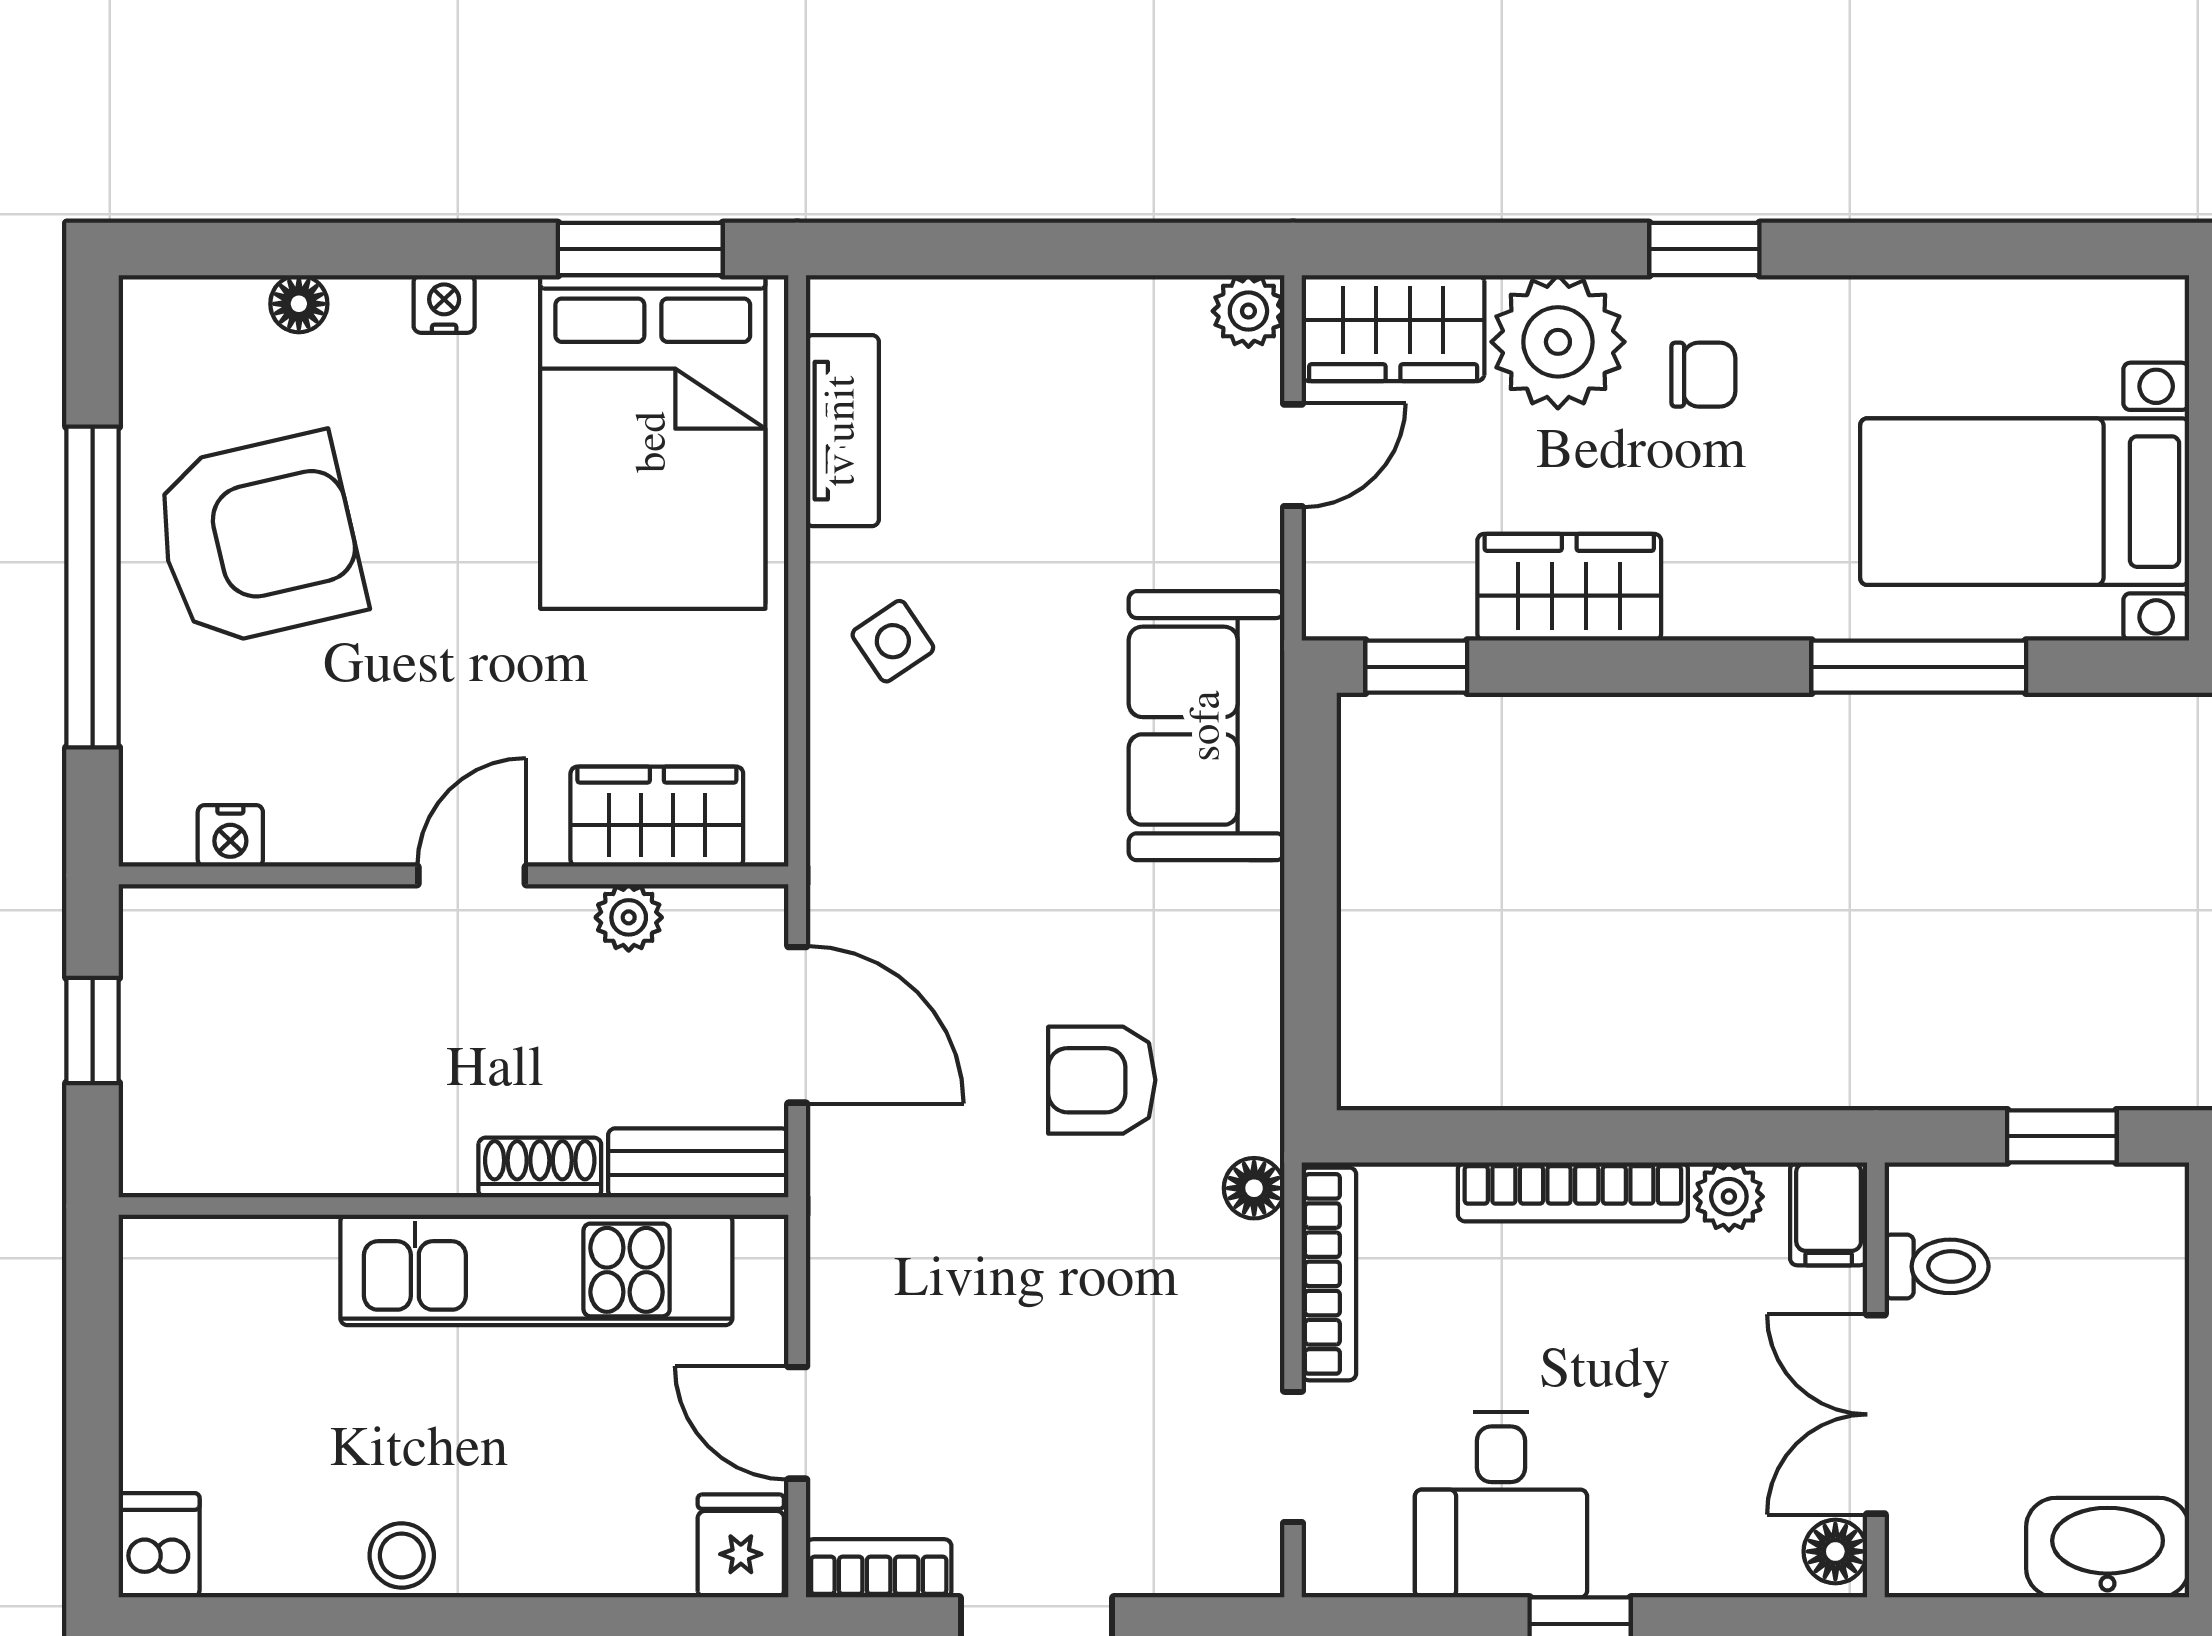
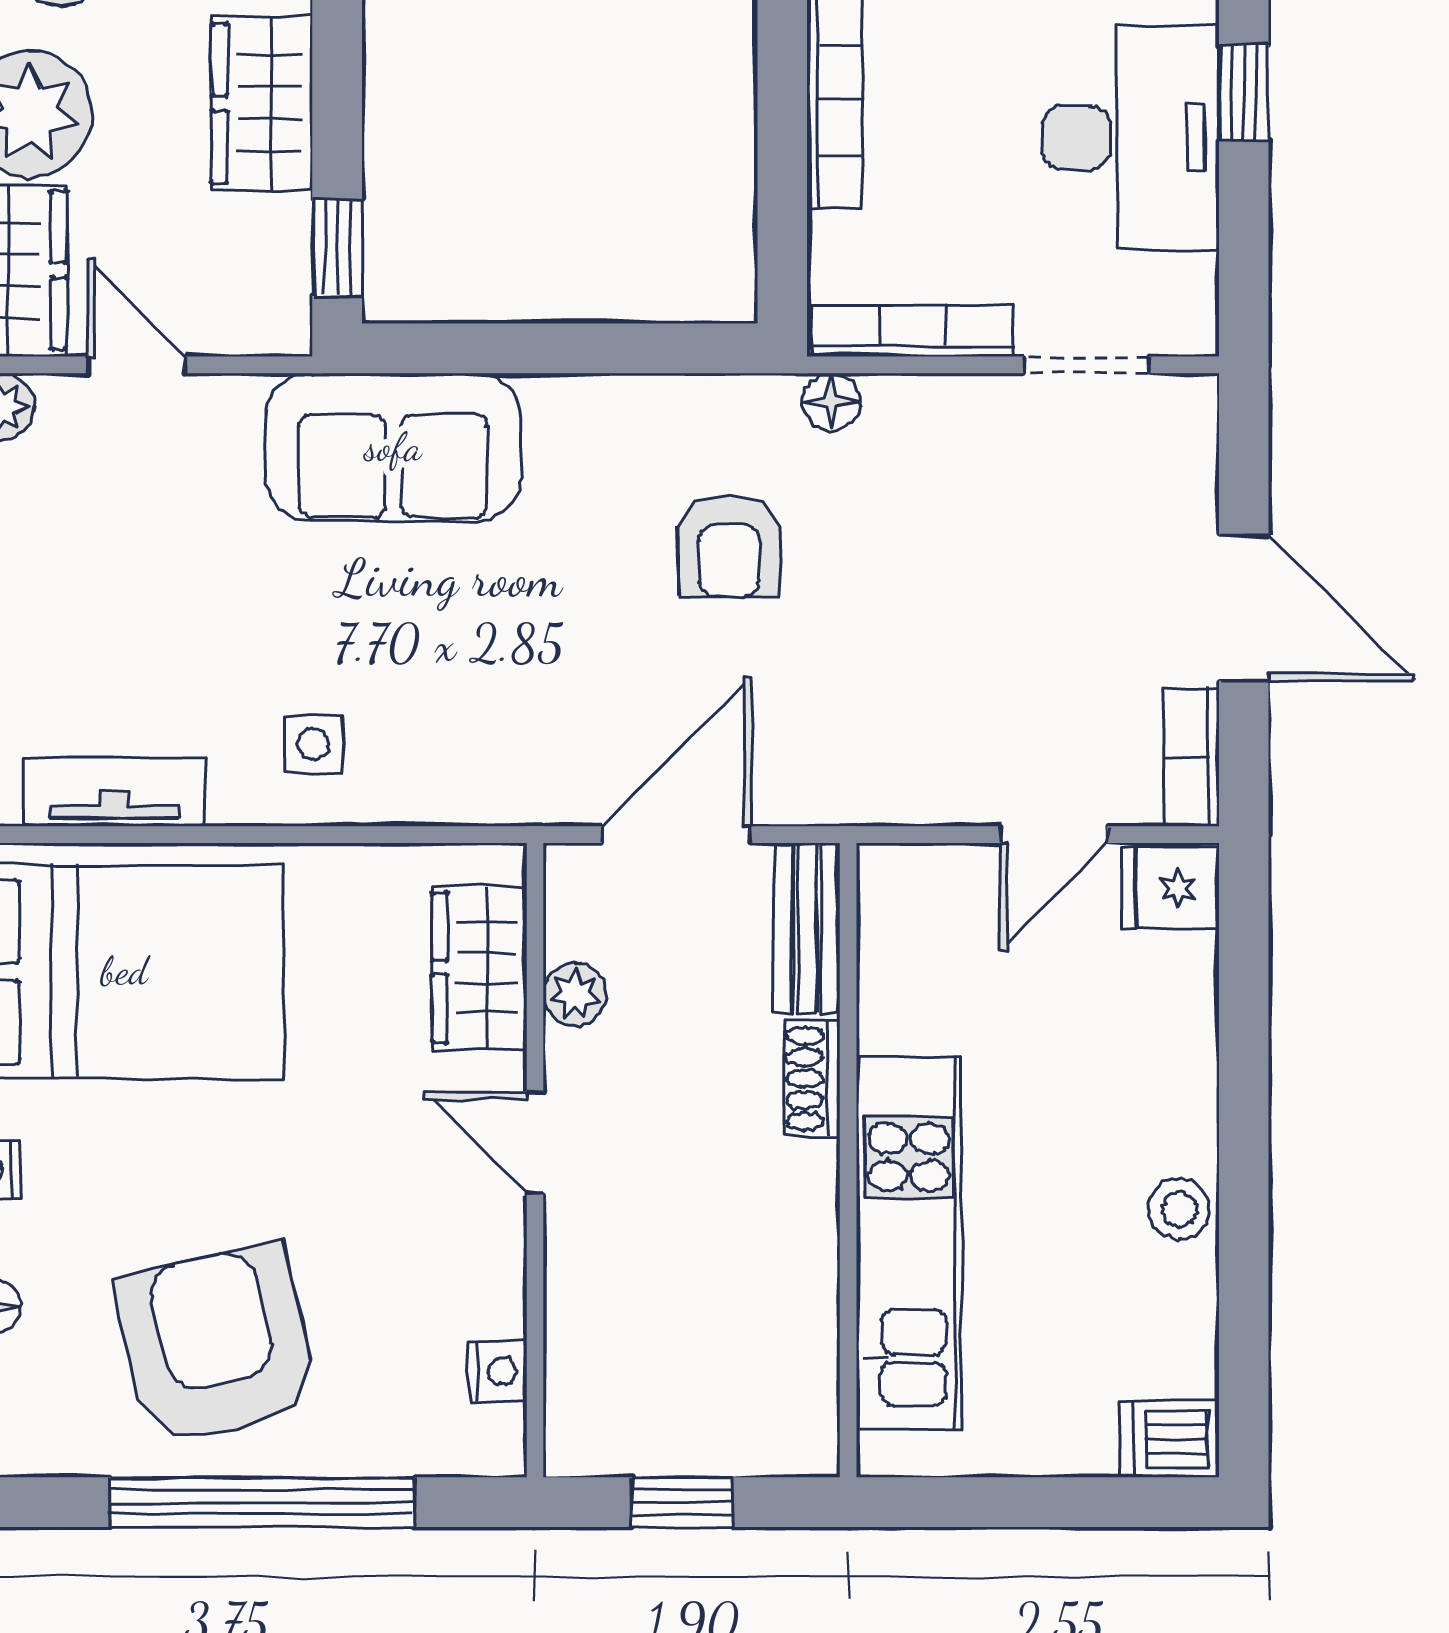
side table: (893, 641) -> (313, 744), turned 34
kitchen unit: (536, 1270) -> (909, 1243), moved
desk: (1501, 1504) -> (1131, 137), width x1.37

